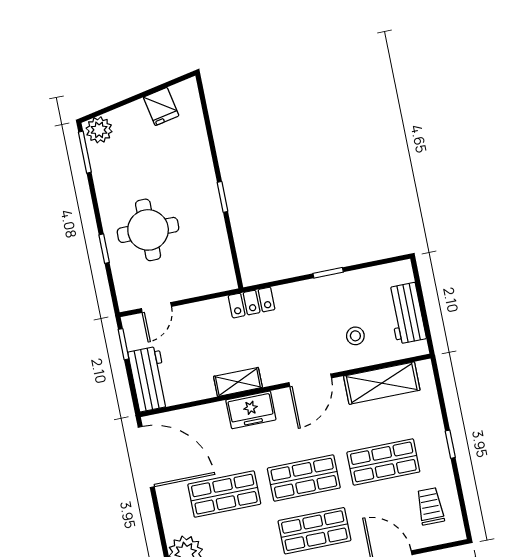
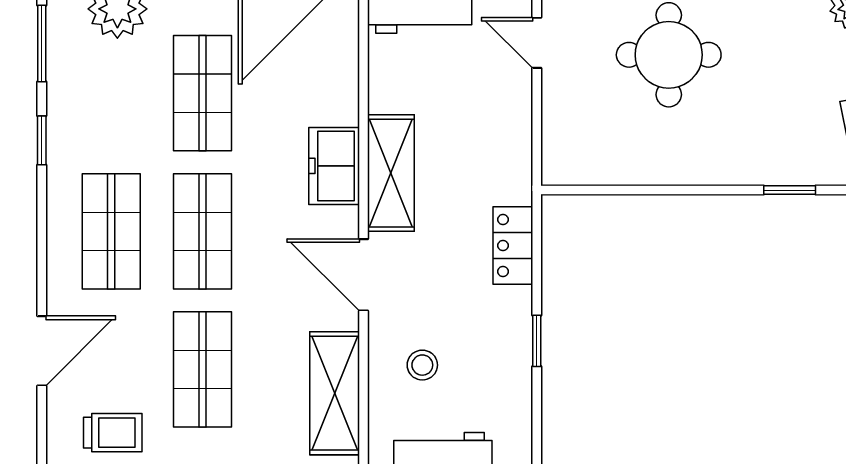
window: (222, 197) -> (790, 190), moved
locker: (252, 303) -> (513, 246), moved
shelving: (238, 382) -> (391, 173), width x1.50, depth x1.33

